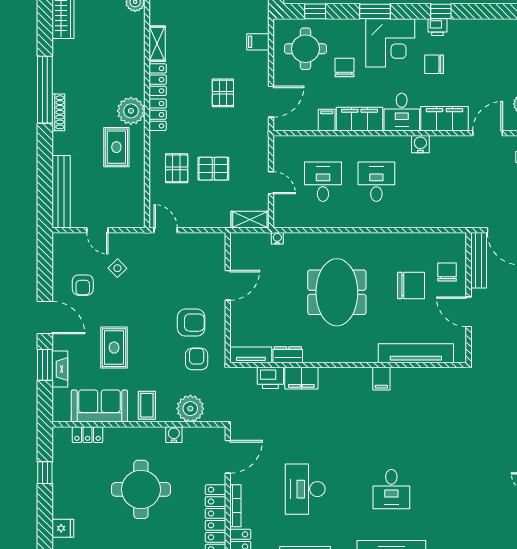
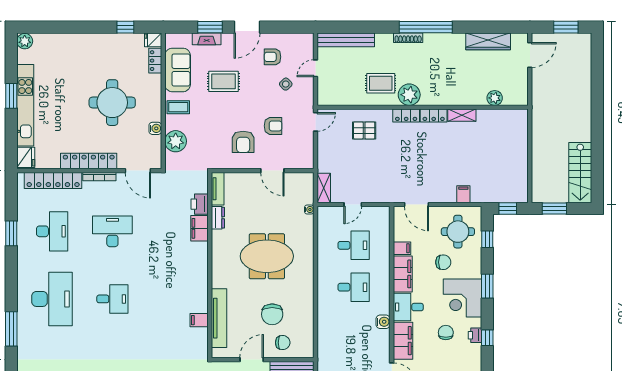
pallet: (223, 93) -> (423, 167), removed
pallet: (213, 169) -> (364, 159), removed
armchair: (197, 359) -> (273, 126), moved
filing cabinet: (381, 379) -> (199, 320), moved
desk: (391, 489) -> (112, 299), turned 180
fridge: (63, 528) -> (153, 40), moved, turned 90

